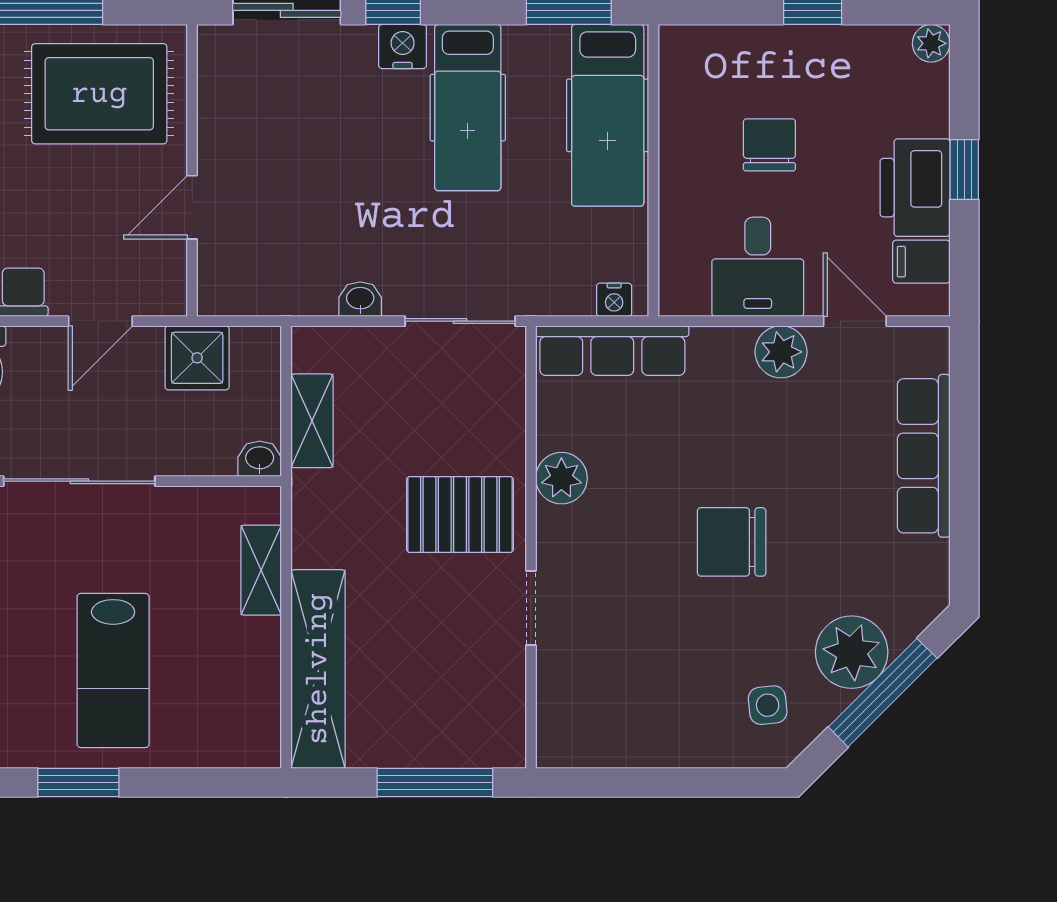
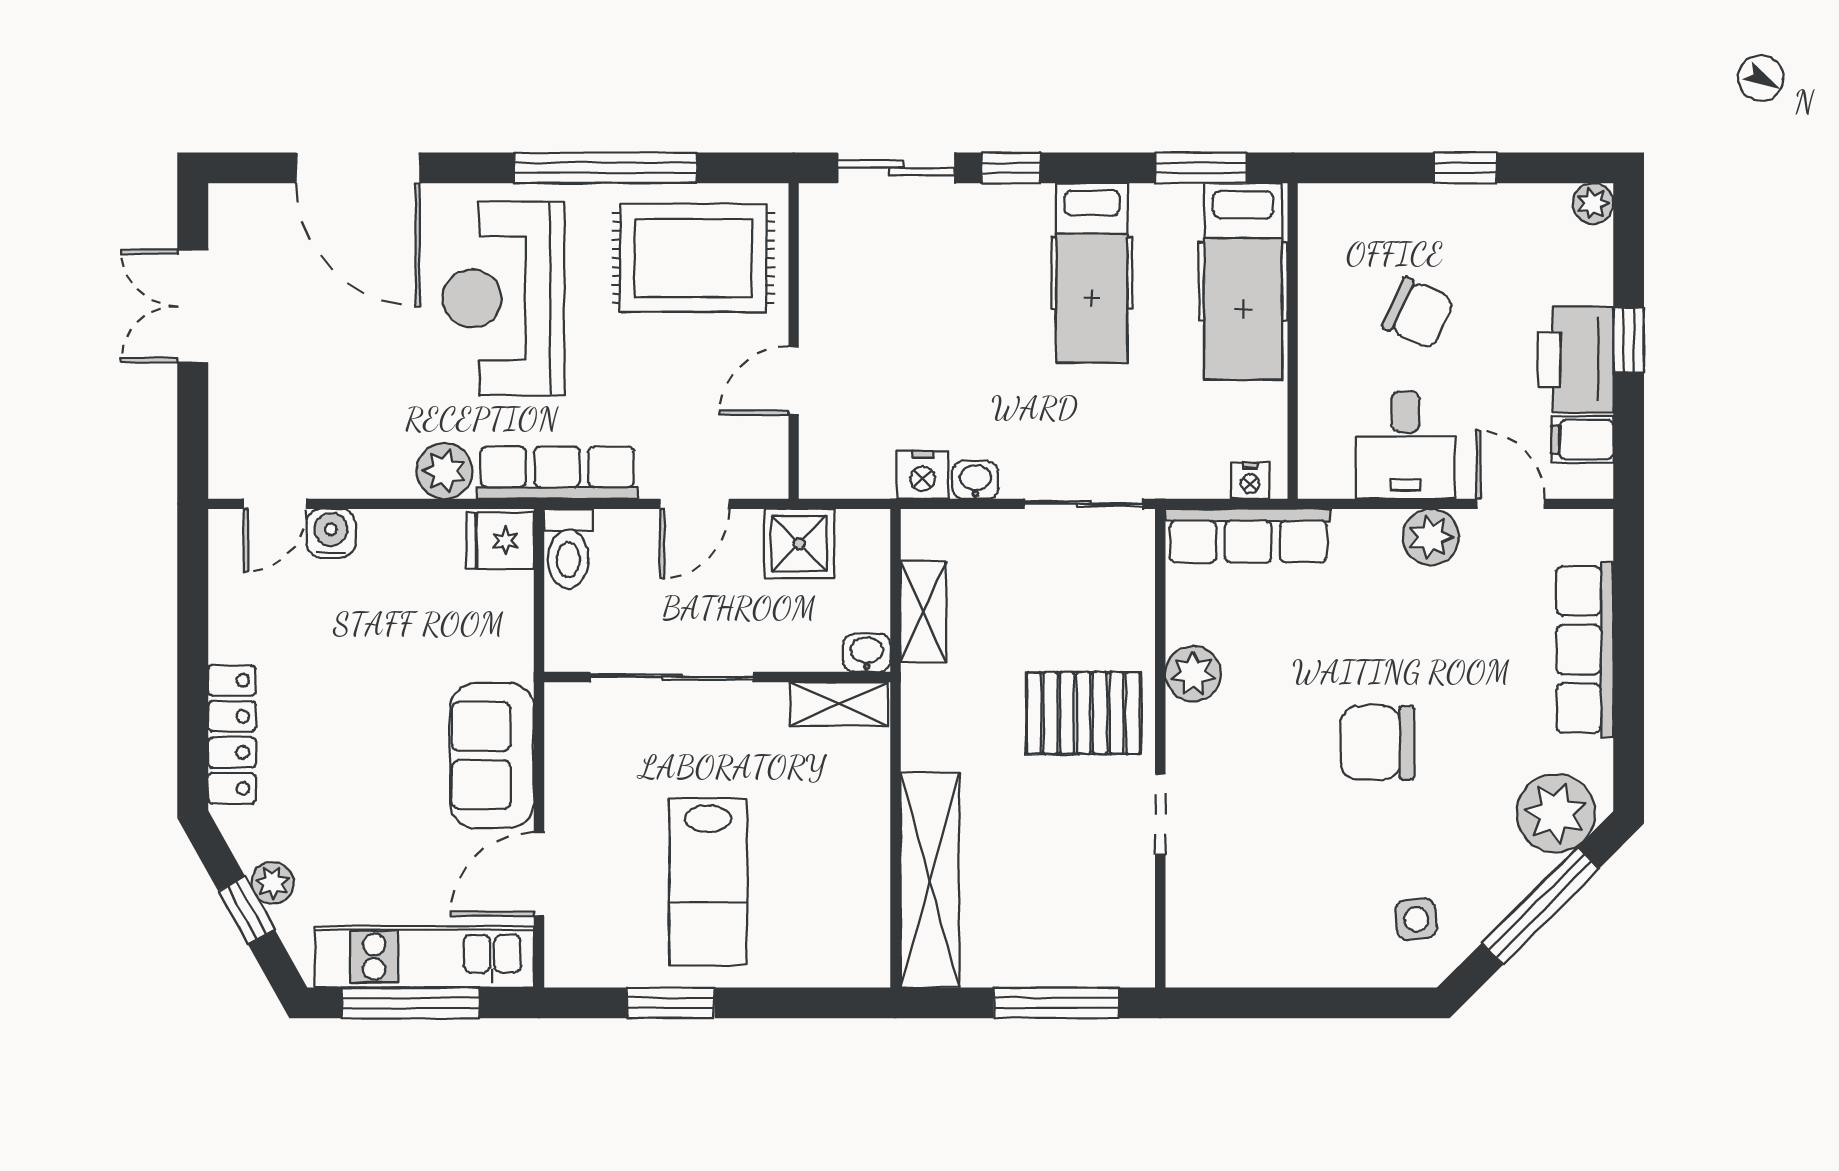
nightstand: (403, 47) -> (922, 475), moved, turned 180
chair: (769, 145) -> (1418, 313), turned 115
shelving: (261, 570) -> (839, 704), moved, turned 90
plant: (852, 652) -> (1556, 813), moved

